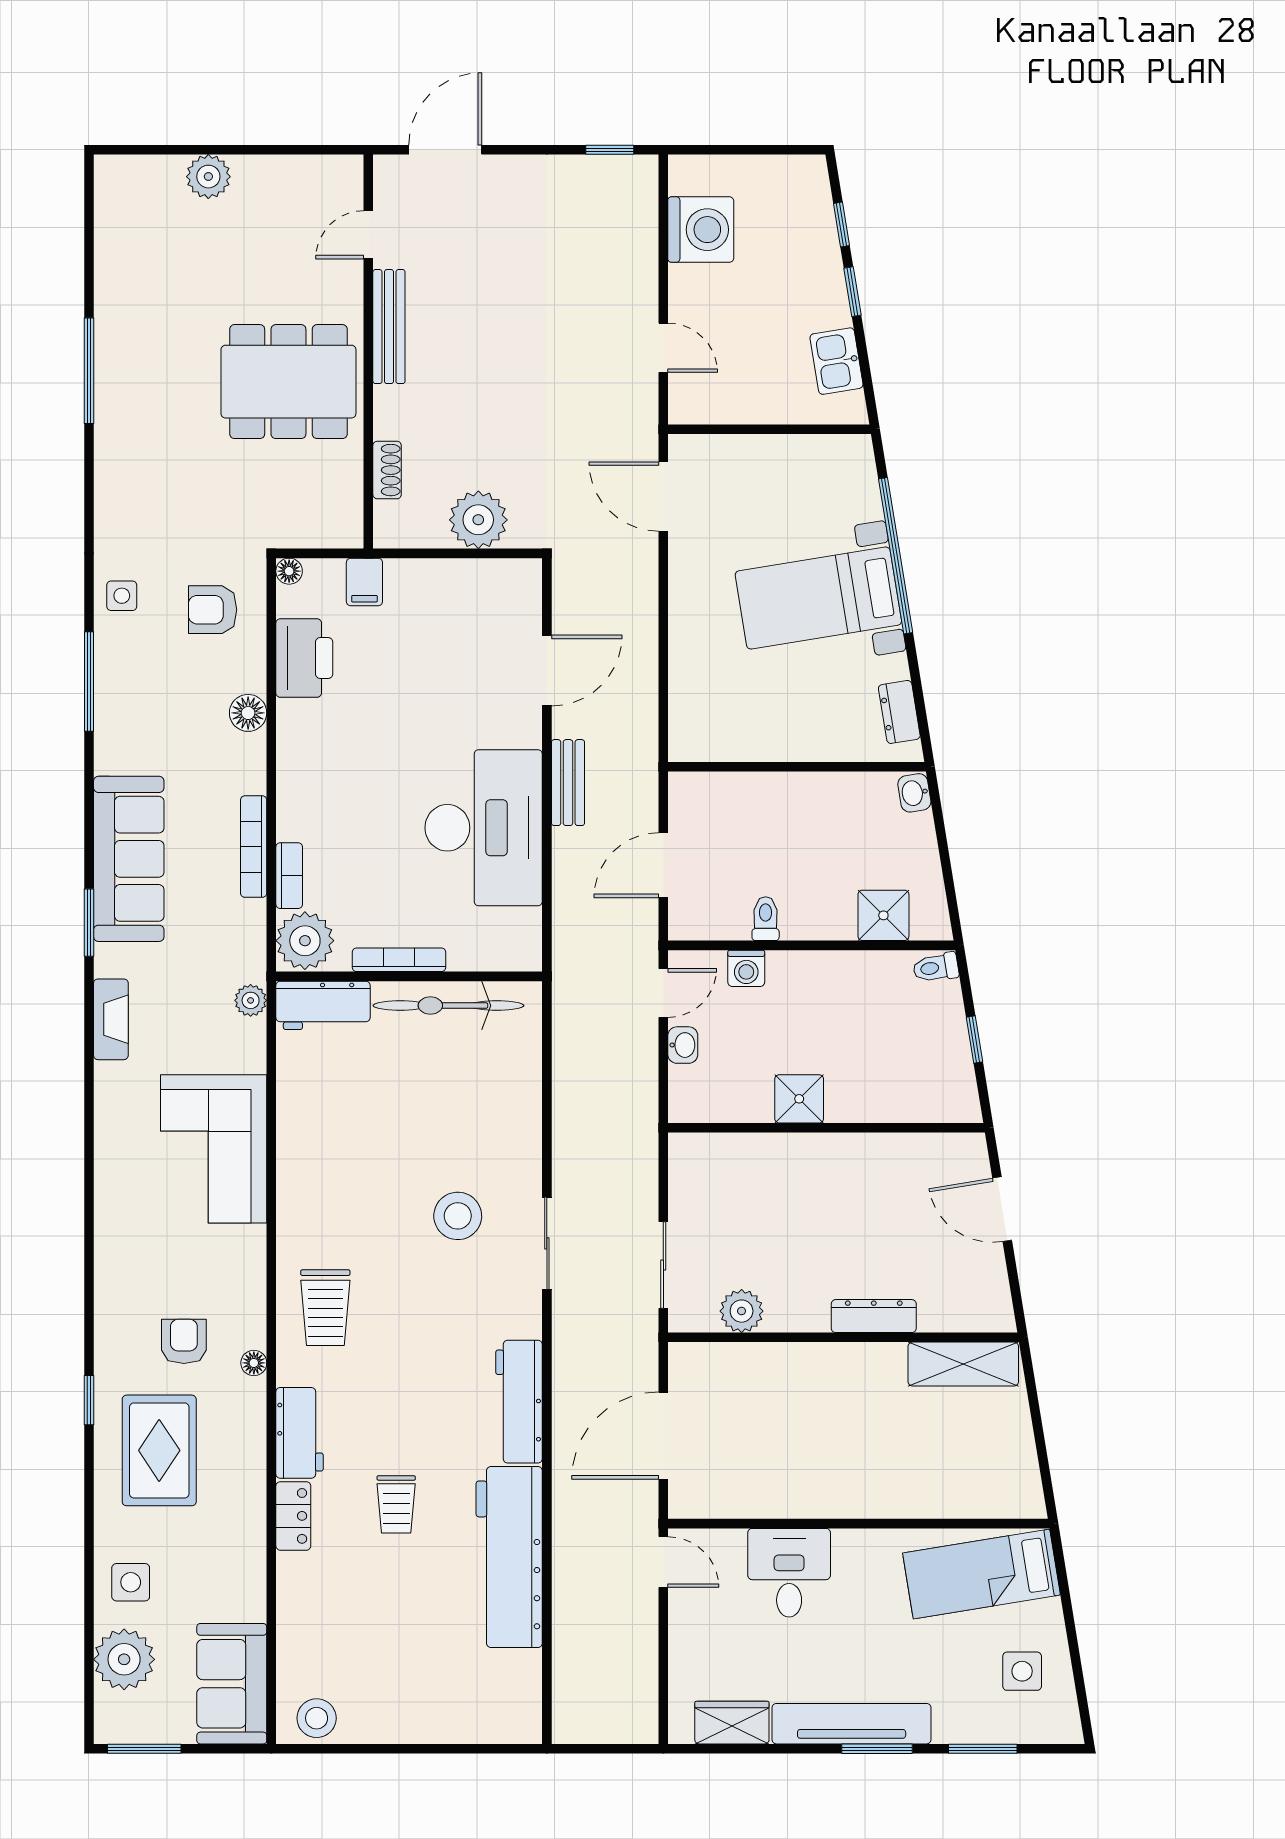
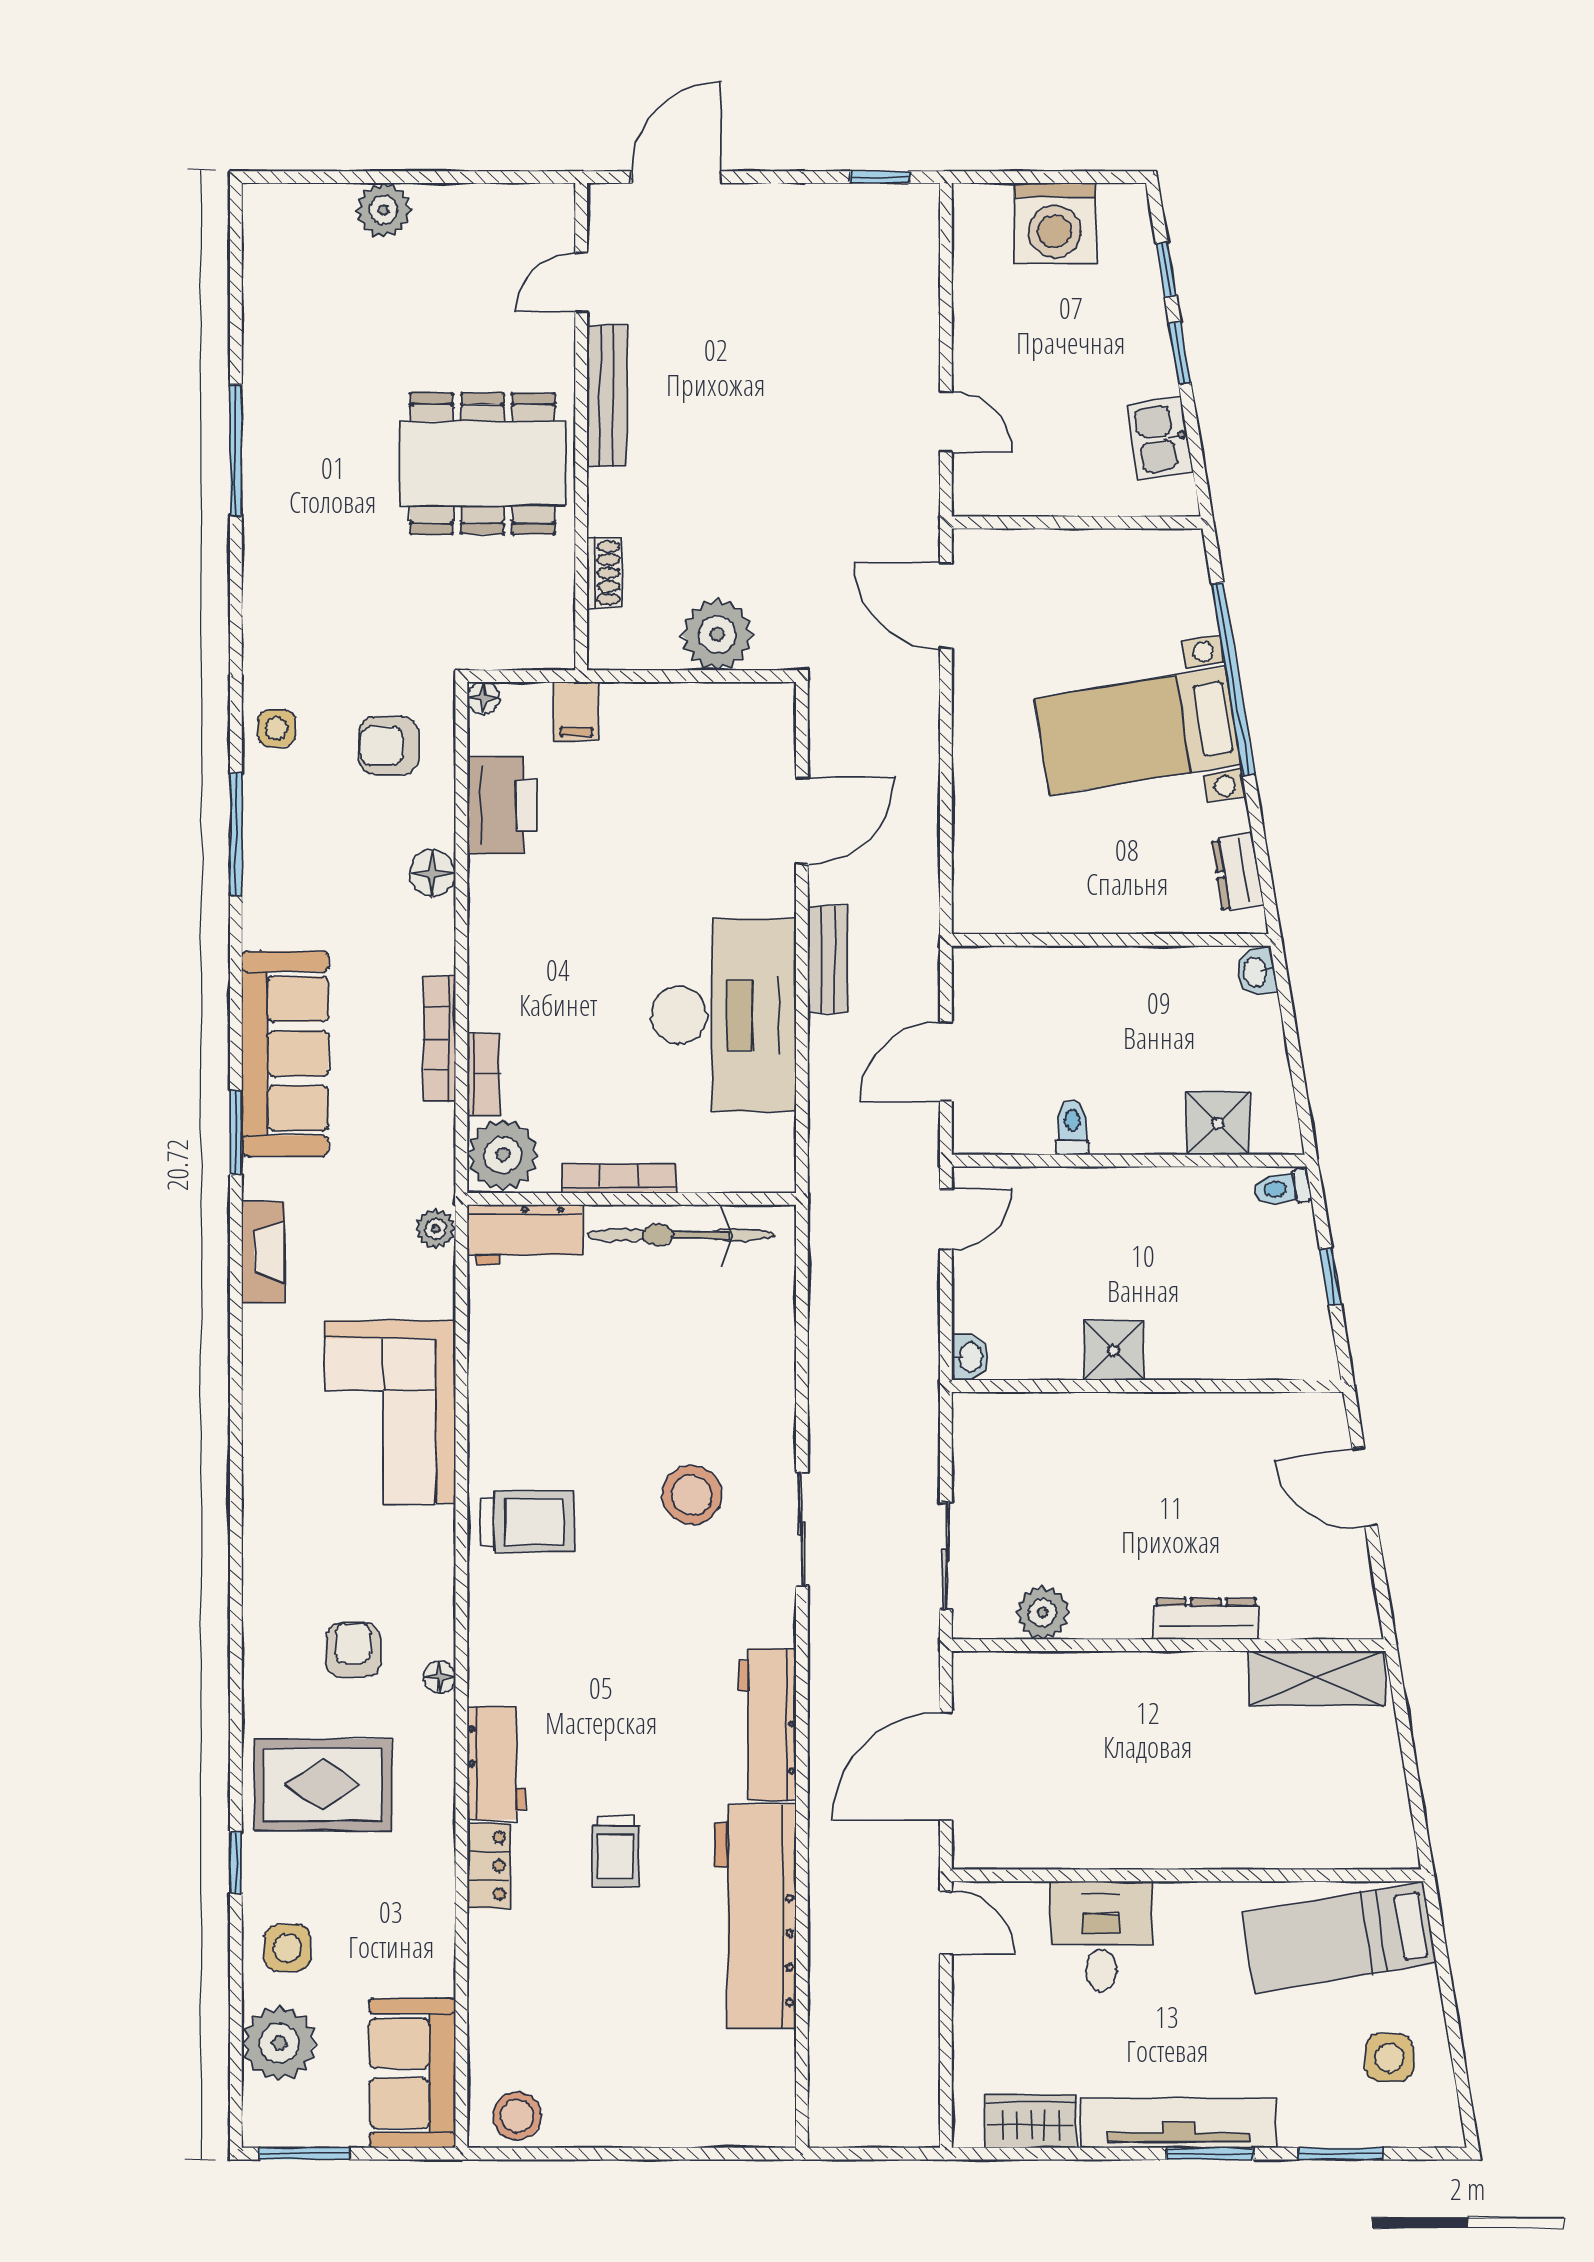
washing machine: (701, 230) -> (1054, 223), moved, turned 90
washing machine: (746, 968) -> (1048, 1189), removed
washbasin: (683, 1045) -> (970, 1358), moved
trolley: (325, 1308) -> (528, 1522), moved, turned -90
window: (89, 1400) -> (236, 1863), moved
rug: (159, 1450) -> (323, 1785), turned 90

